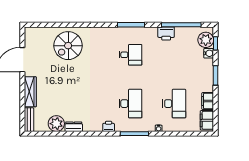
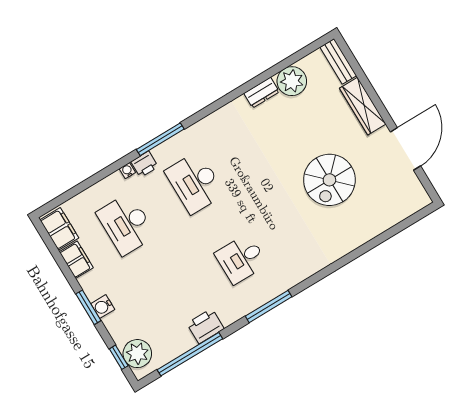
spiral stairs: (68, 46) -> (329, 180), moved, turned 180
water cooler: (209, 53) -> (103, 307), moved
printer: (109, 126) -> (145, 164), moved

